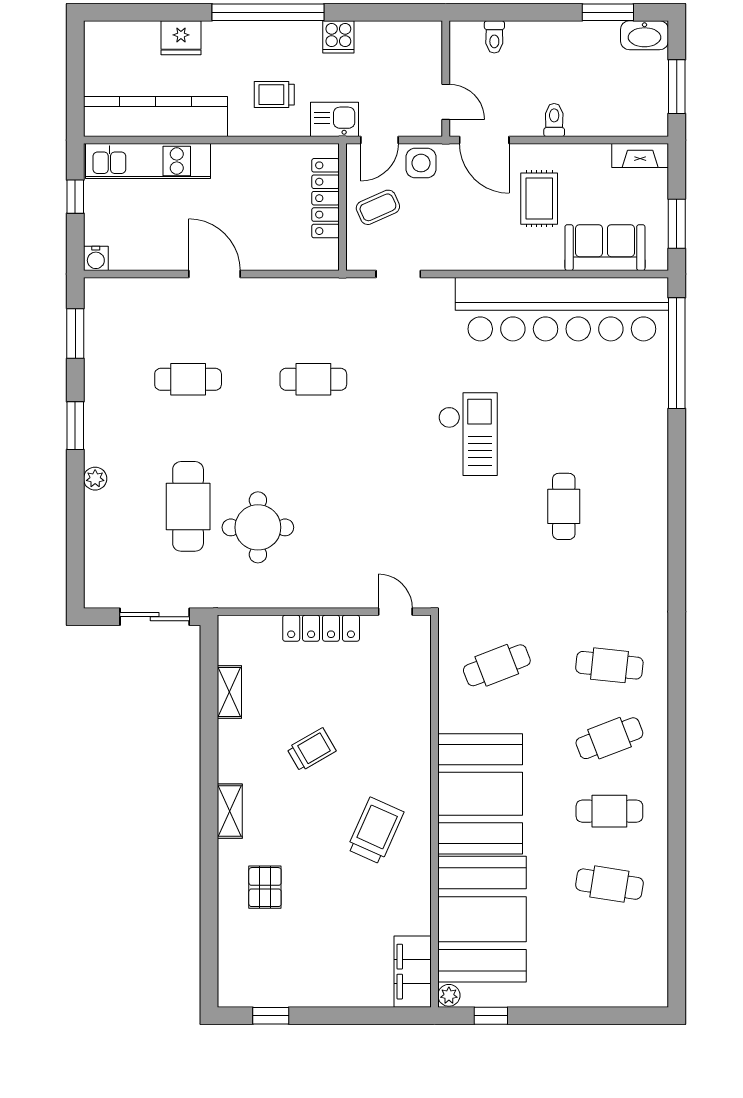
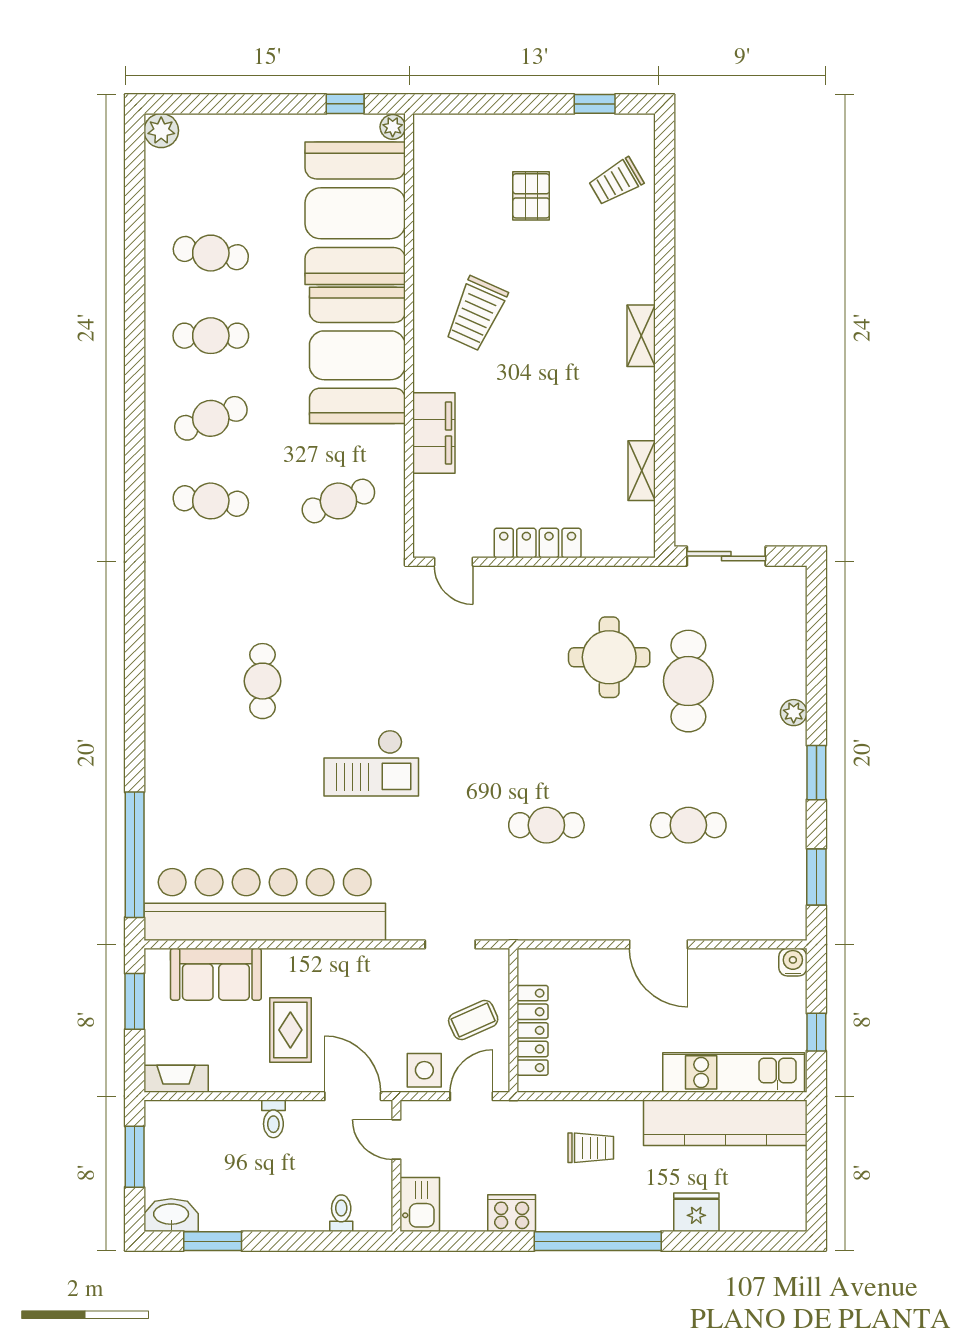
cooker: (338, 37) -> (512, 1213), width x1.36
kitchen sink: (335, 119) -> (420, 1205), moved, turned -90
checkout: (468, 434) -> (371, 763), turned -90
trolley: (311, 750) -> (616, 182), moved
pallet: (265, 887) -> (531, 196), moved
filing cabinet: (413, 972) -> (434, 433), moved
plant: (653, 992) -> (161, 131), added

